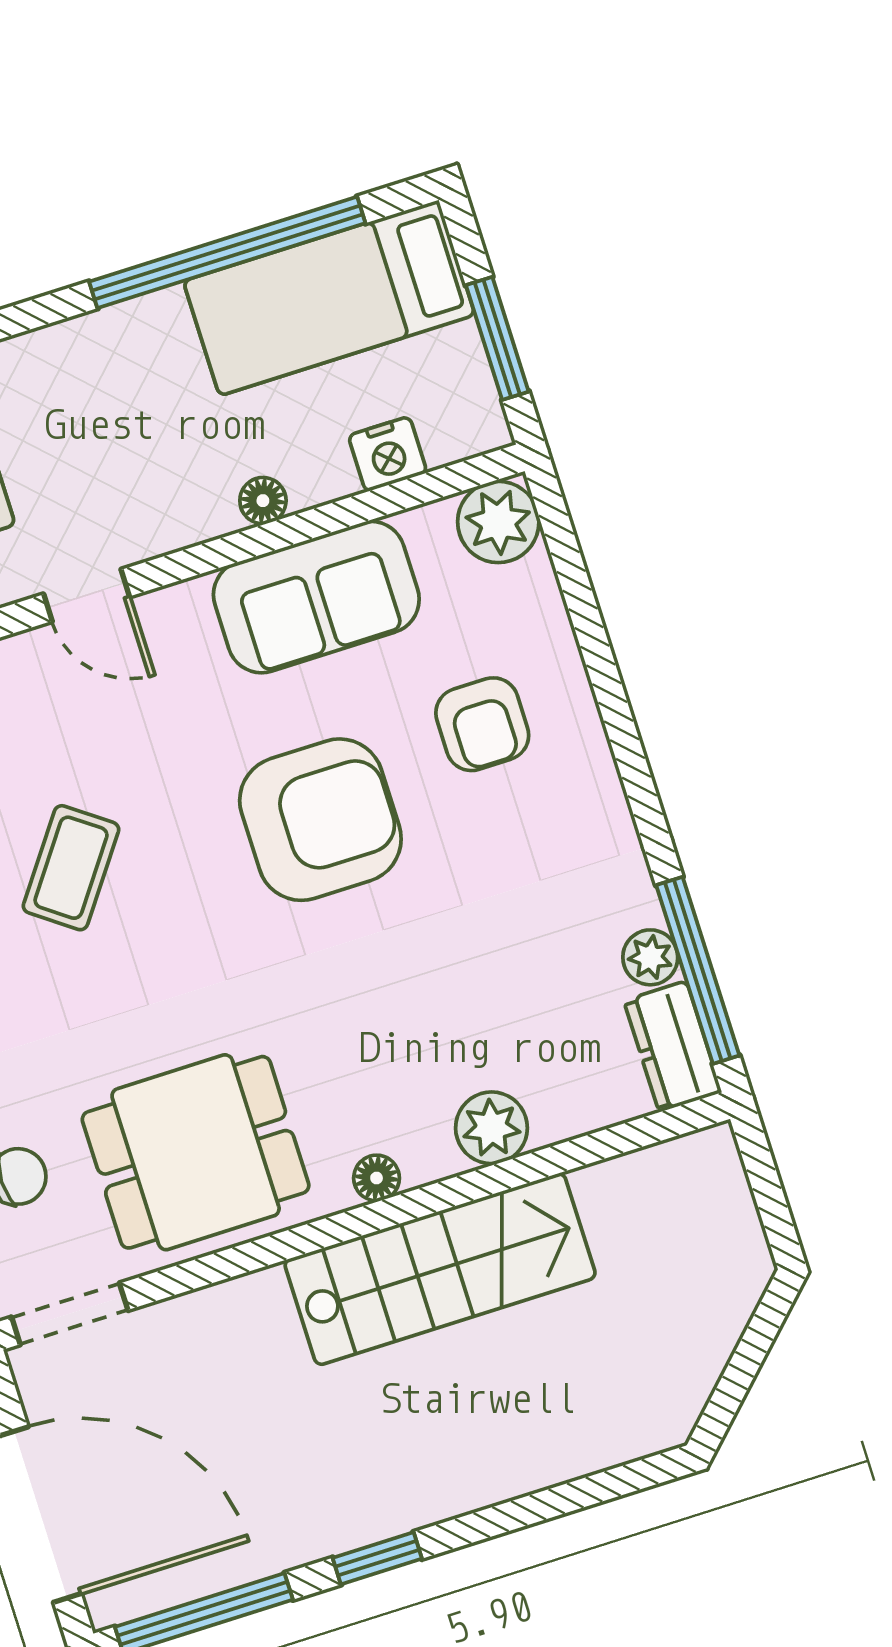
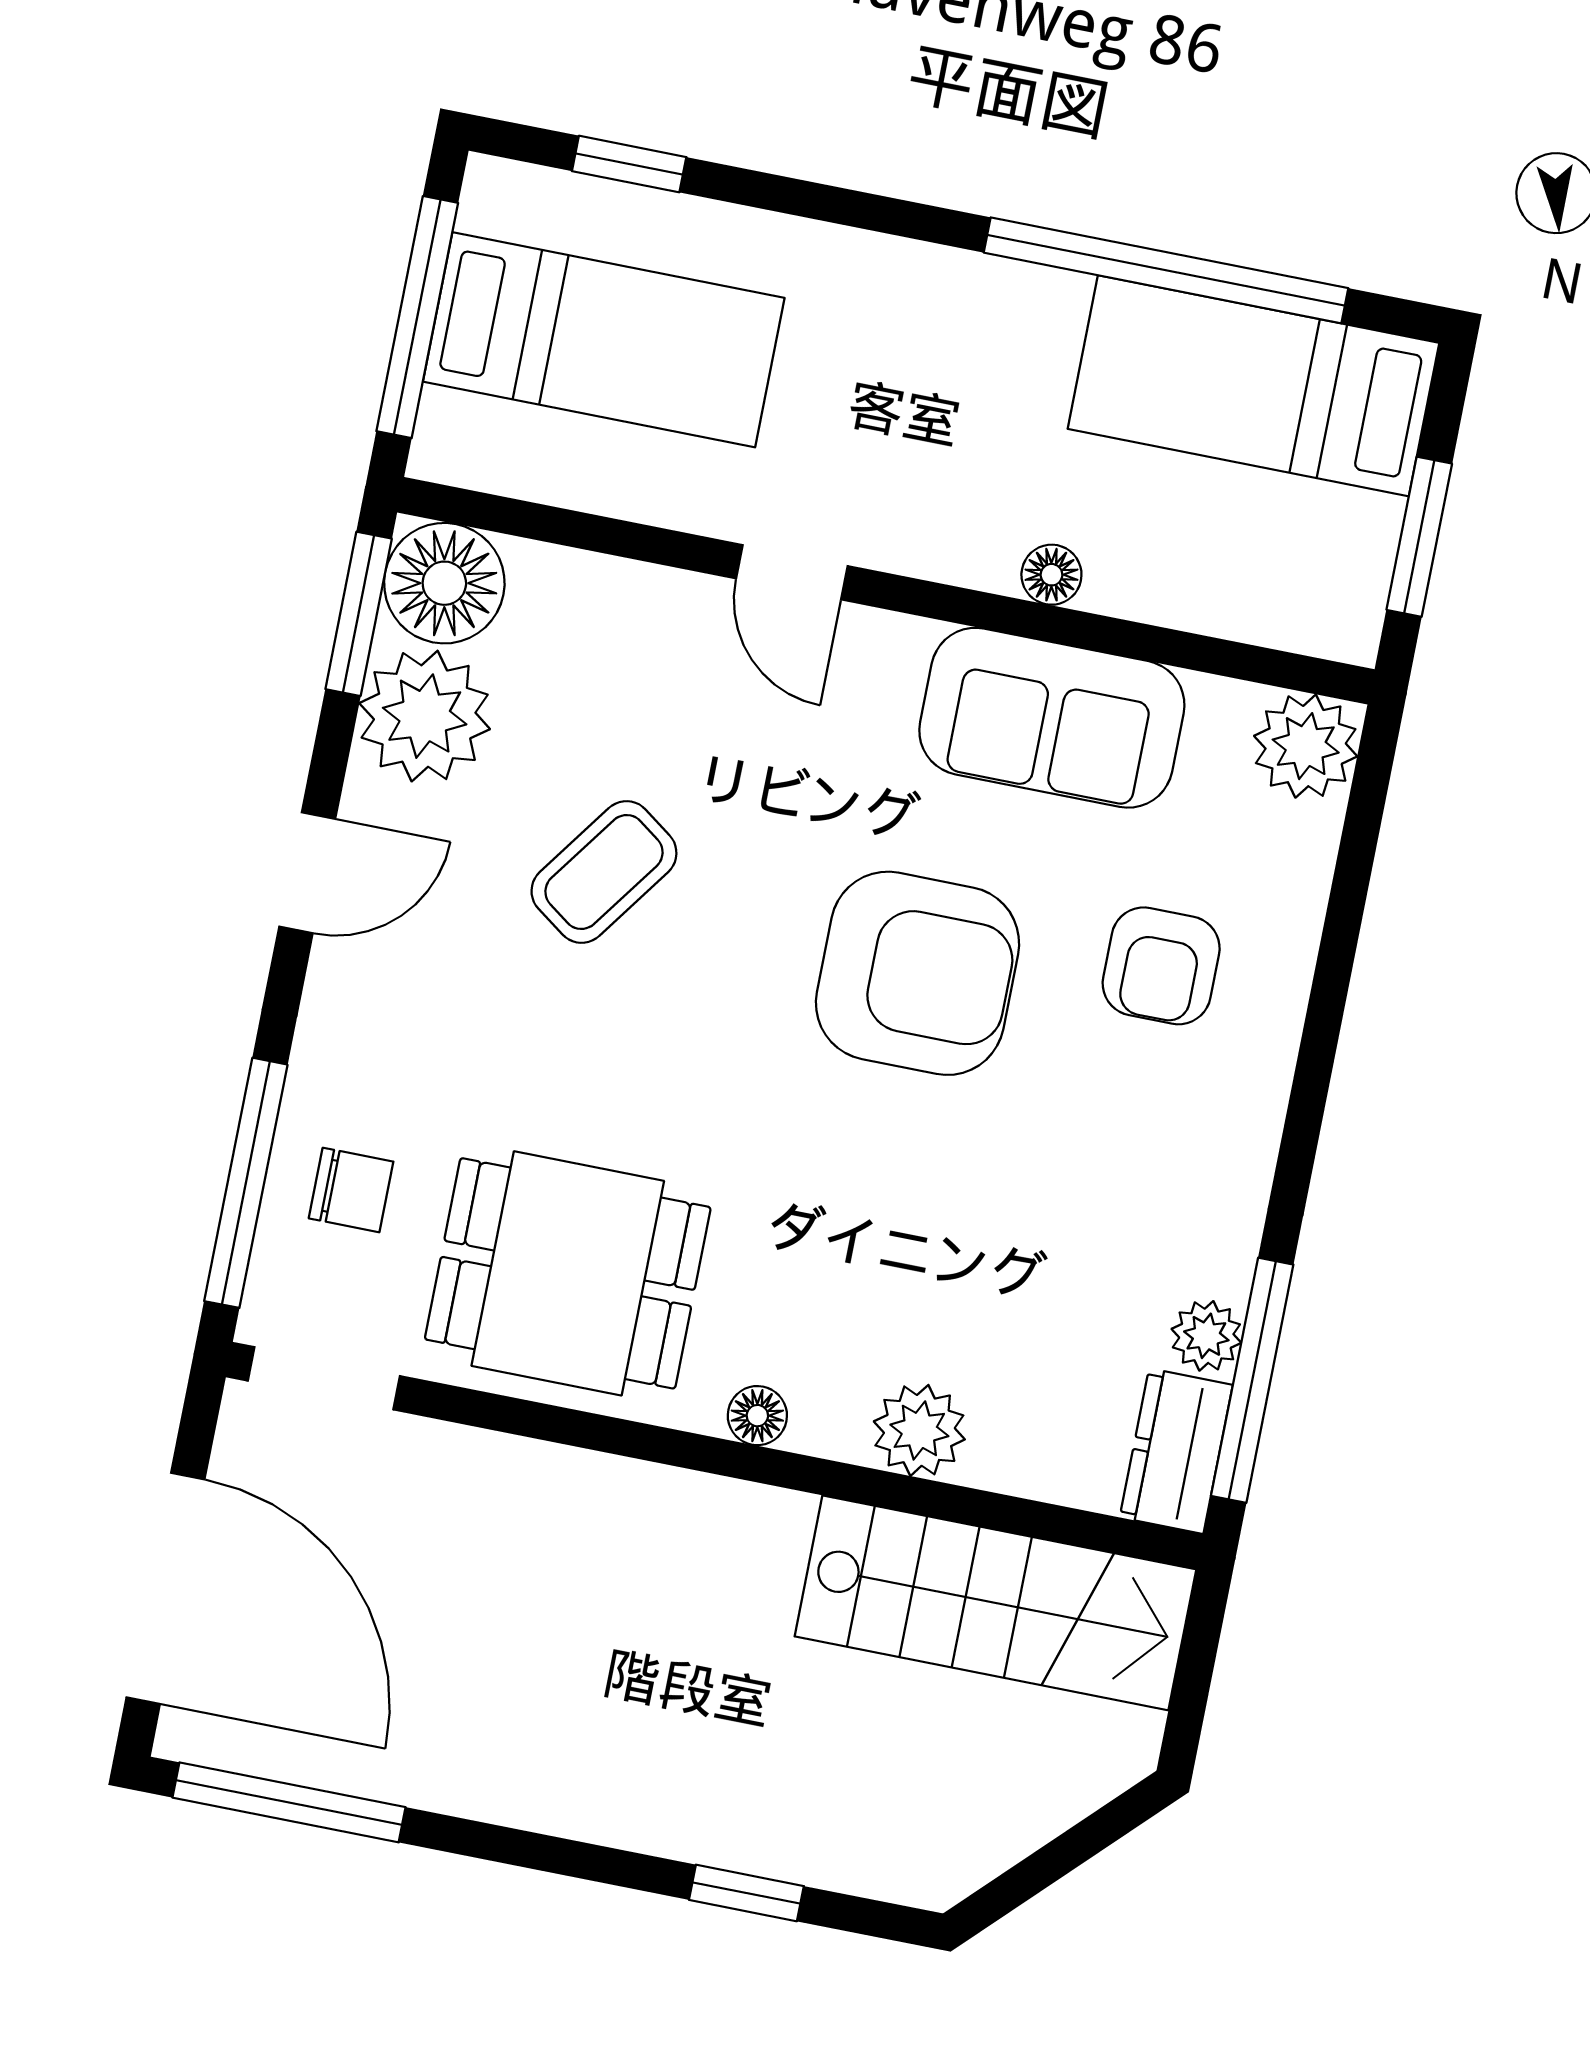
nightstand: (388, 454) -> (1222, 600), removed
stairs: (440, 1269) -> (995, 1603), moved
window: (377, 1558) -> (746, 1893), moved

